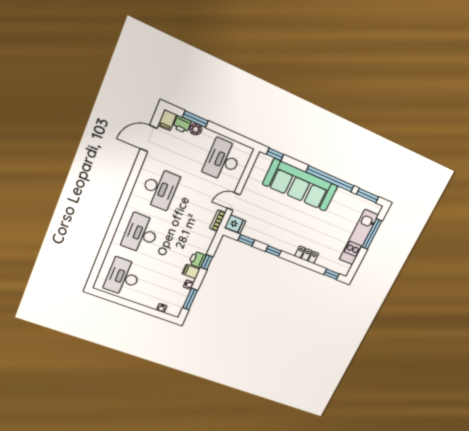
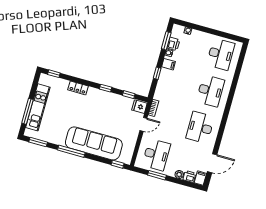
window: (195, 119) -> (157, 175), moved
window: (330, 179) -> (71, 151), width x0.68
printer: (197, 260) -> (173, 44), moved

